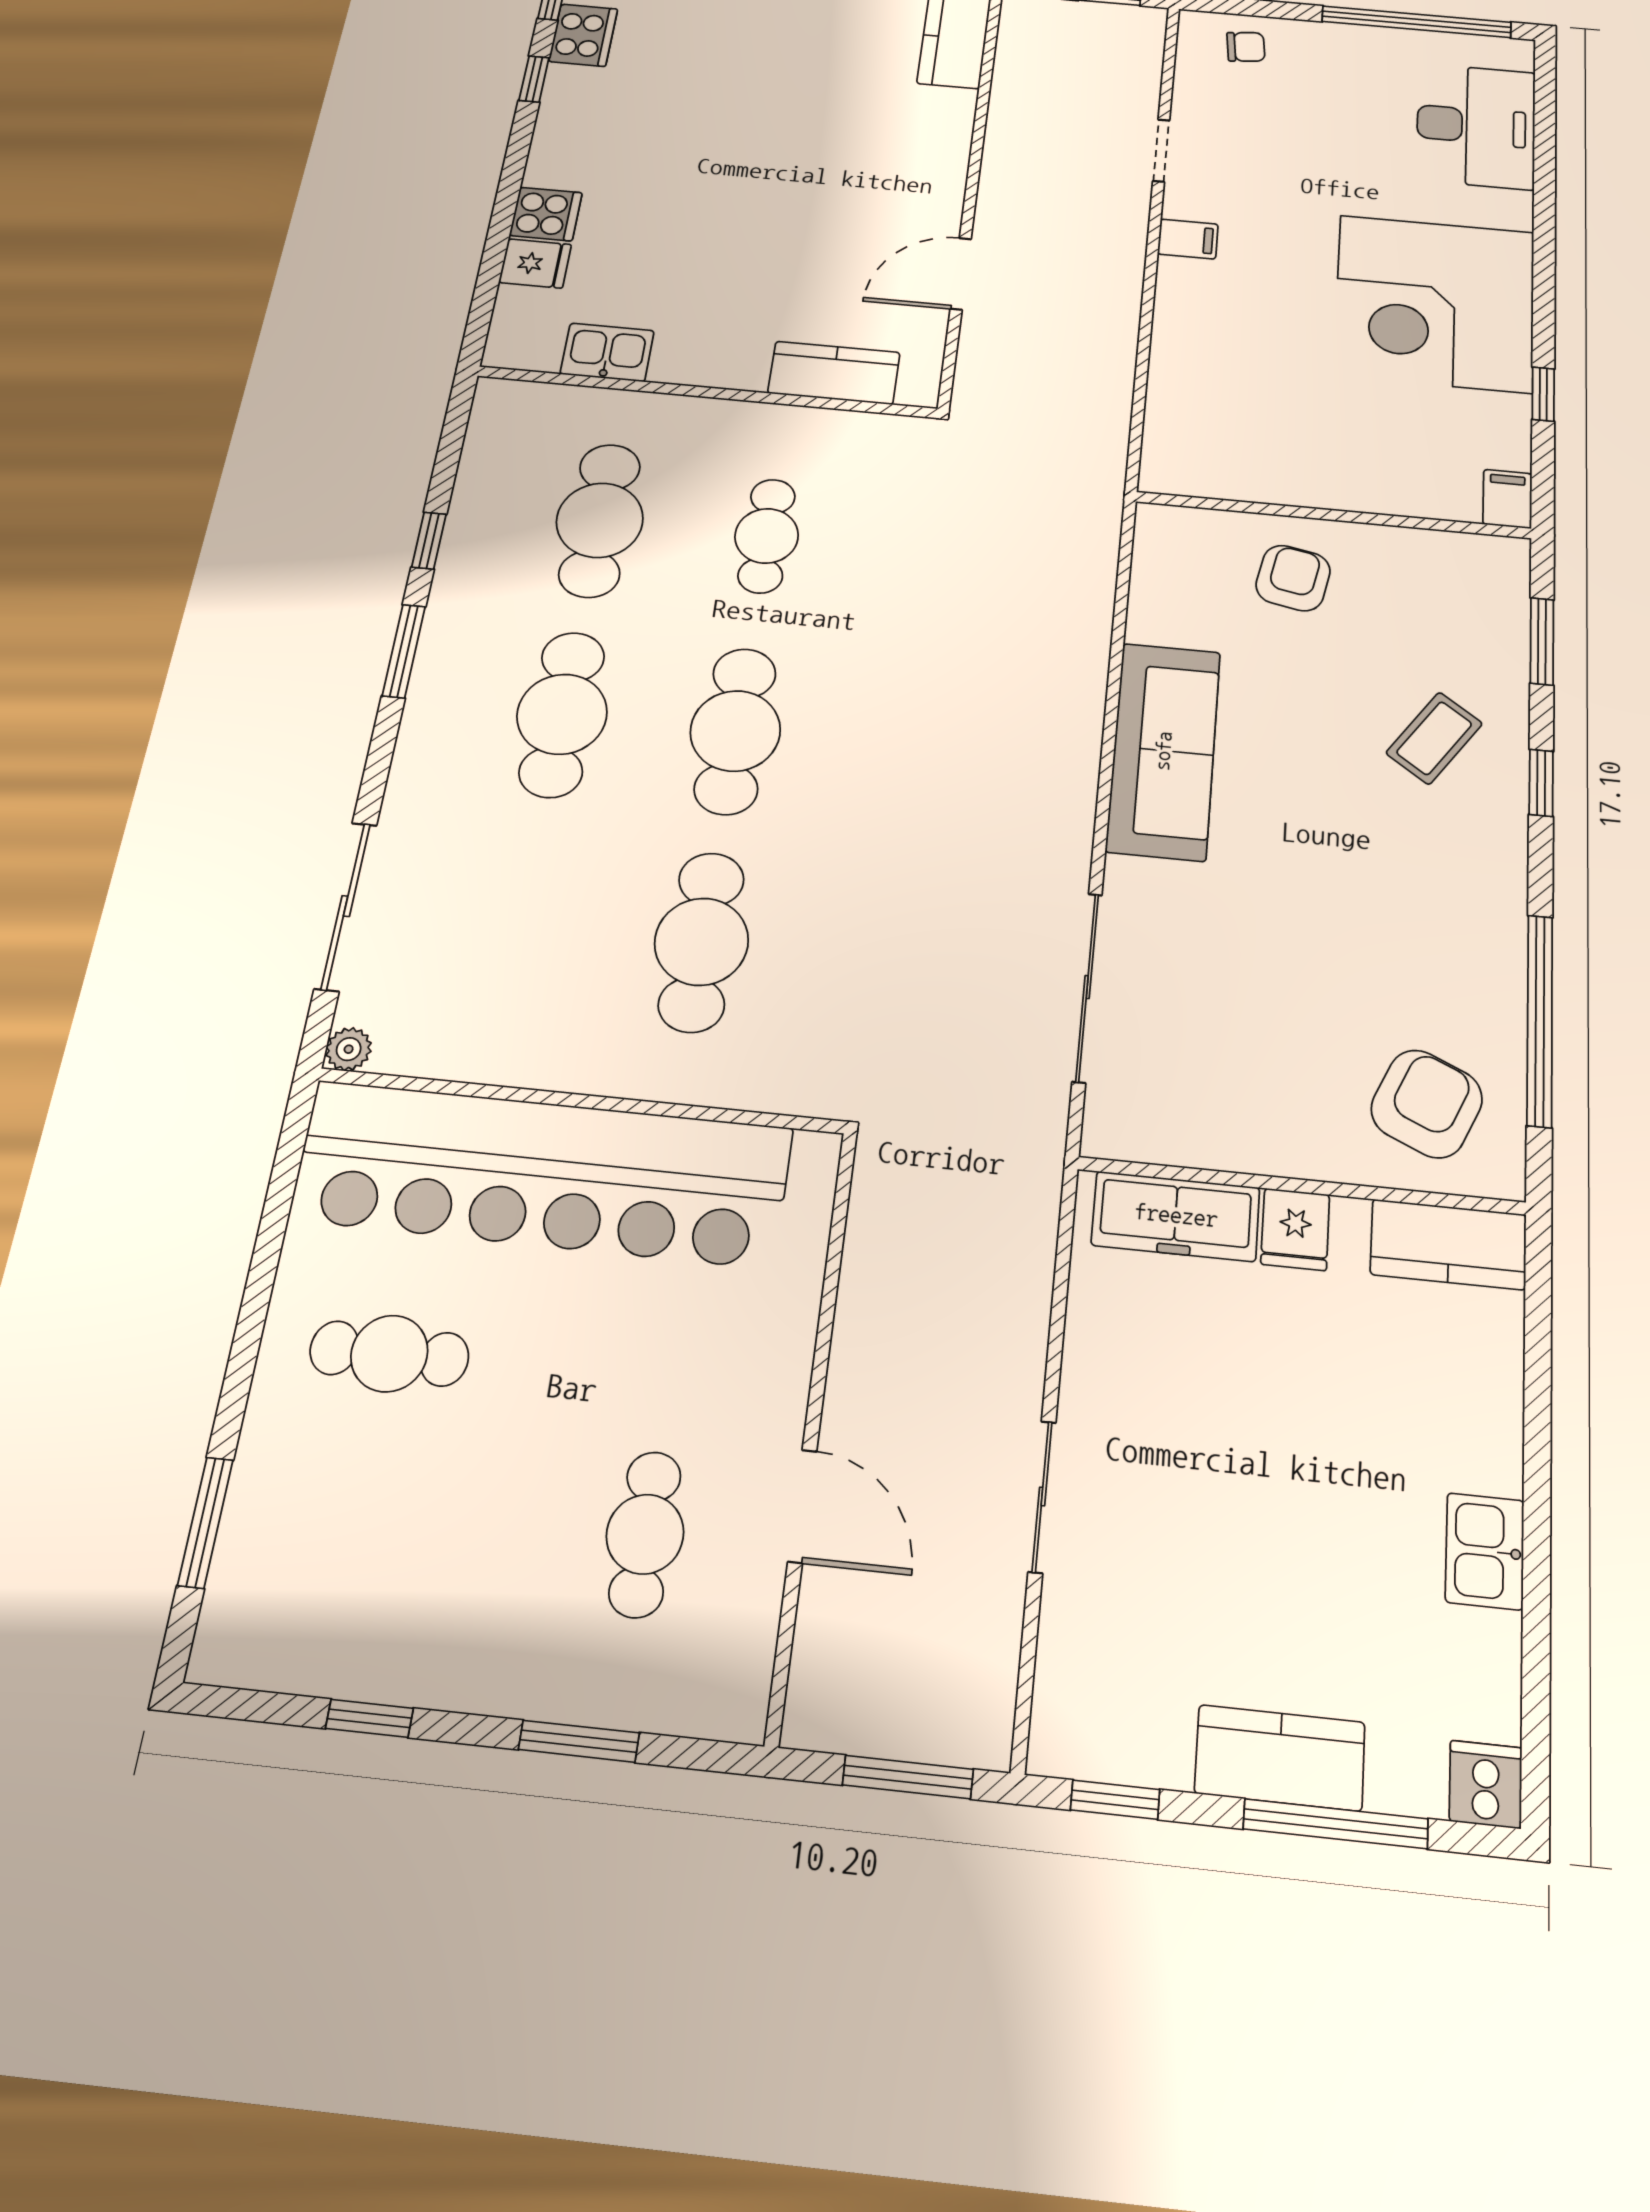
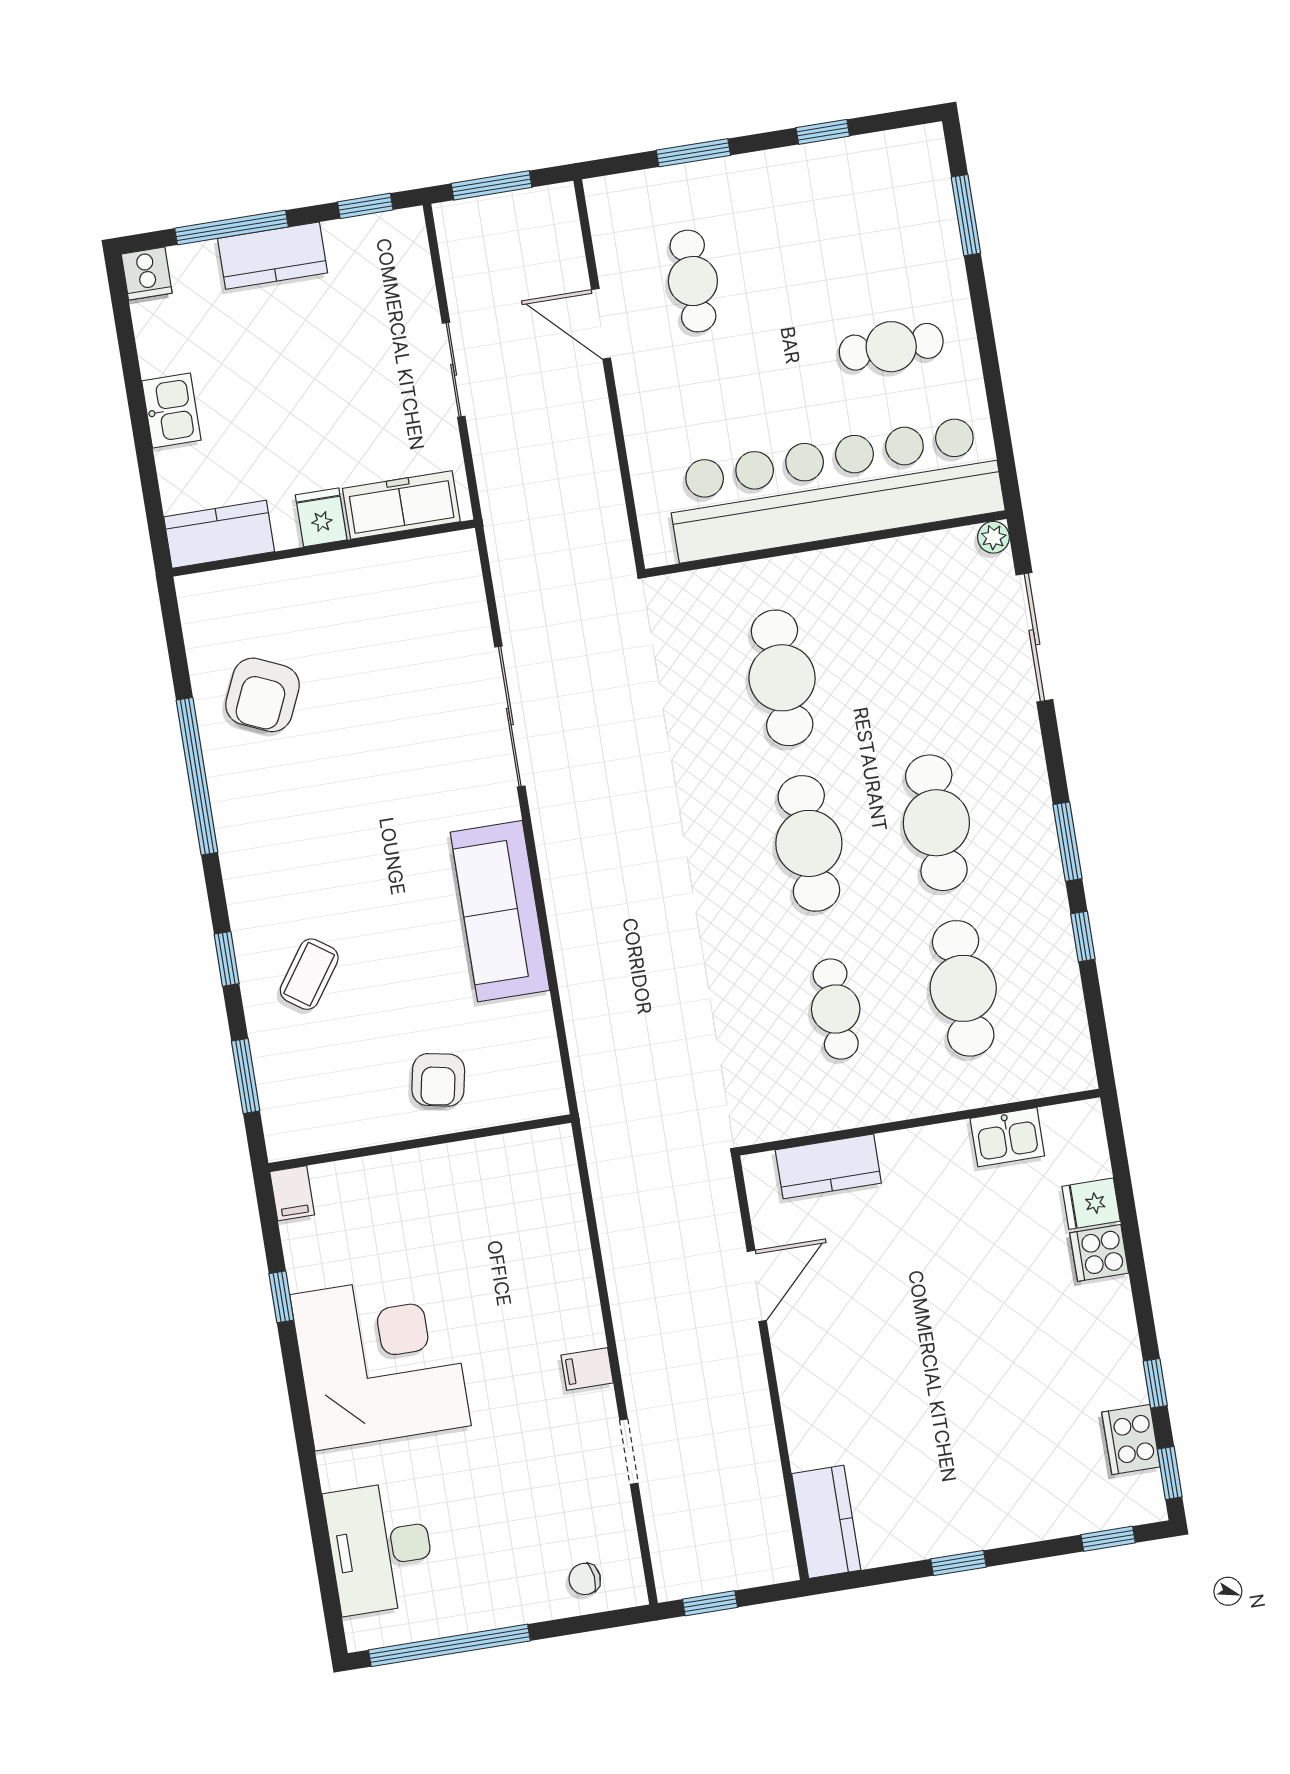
wall: (1301, 1186) -> (323, 548), moved
freezer: (1176, 1216) -> (401, 505), moved
fridge: (1295, 1229) -> (321, 517), moved
kitchen counter: (1449, 1244) -> (219, 534), moved

